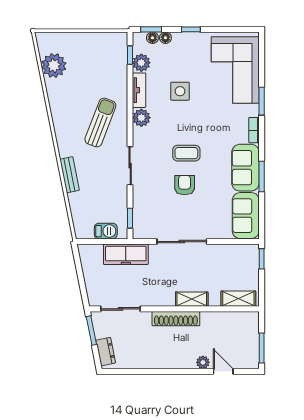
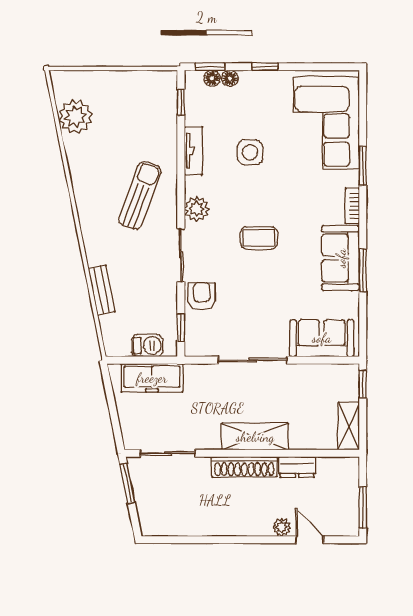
plant: (141, 63) -> (197, 113), removed
plant: (141, 118) -> (197, 209), moved
bench: (70, 175) -> (102, 290), moved
armchair: (185, 185) -> (202, 296), moved
sofa: (246, 216) -> (322, 338), moved, turned 90
freezer: (126, 254) -> (152, 378), moved
shelving: (192, 299) -> (255, 437), width x1.50, depth x1.33
shelving: (238, 299) -> (349, 426), moved, turned 90
dresser: (106, 352) -> (297, 467), moved, turned 101

